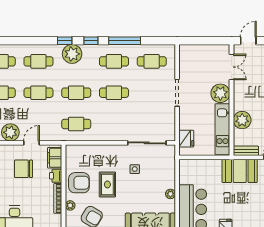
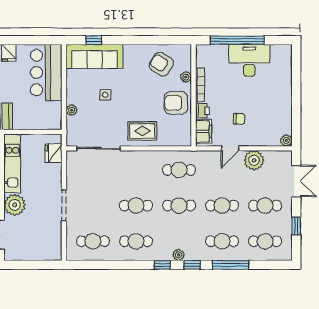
window: (125, 41) -> (231, 265), moved
plant: (72, 54) -> (179, 255), width x0.53, depth x0.53
chair: (23, 169) -> (239, 119), width x0.54, depth x0.54
side table: (135, 169) -> (105, 95), moved
rug: (107, 184) -> (142, 131), moved, turned 90
plant: (170, 194) -> (72, 110), moved

